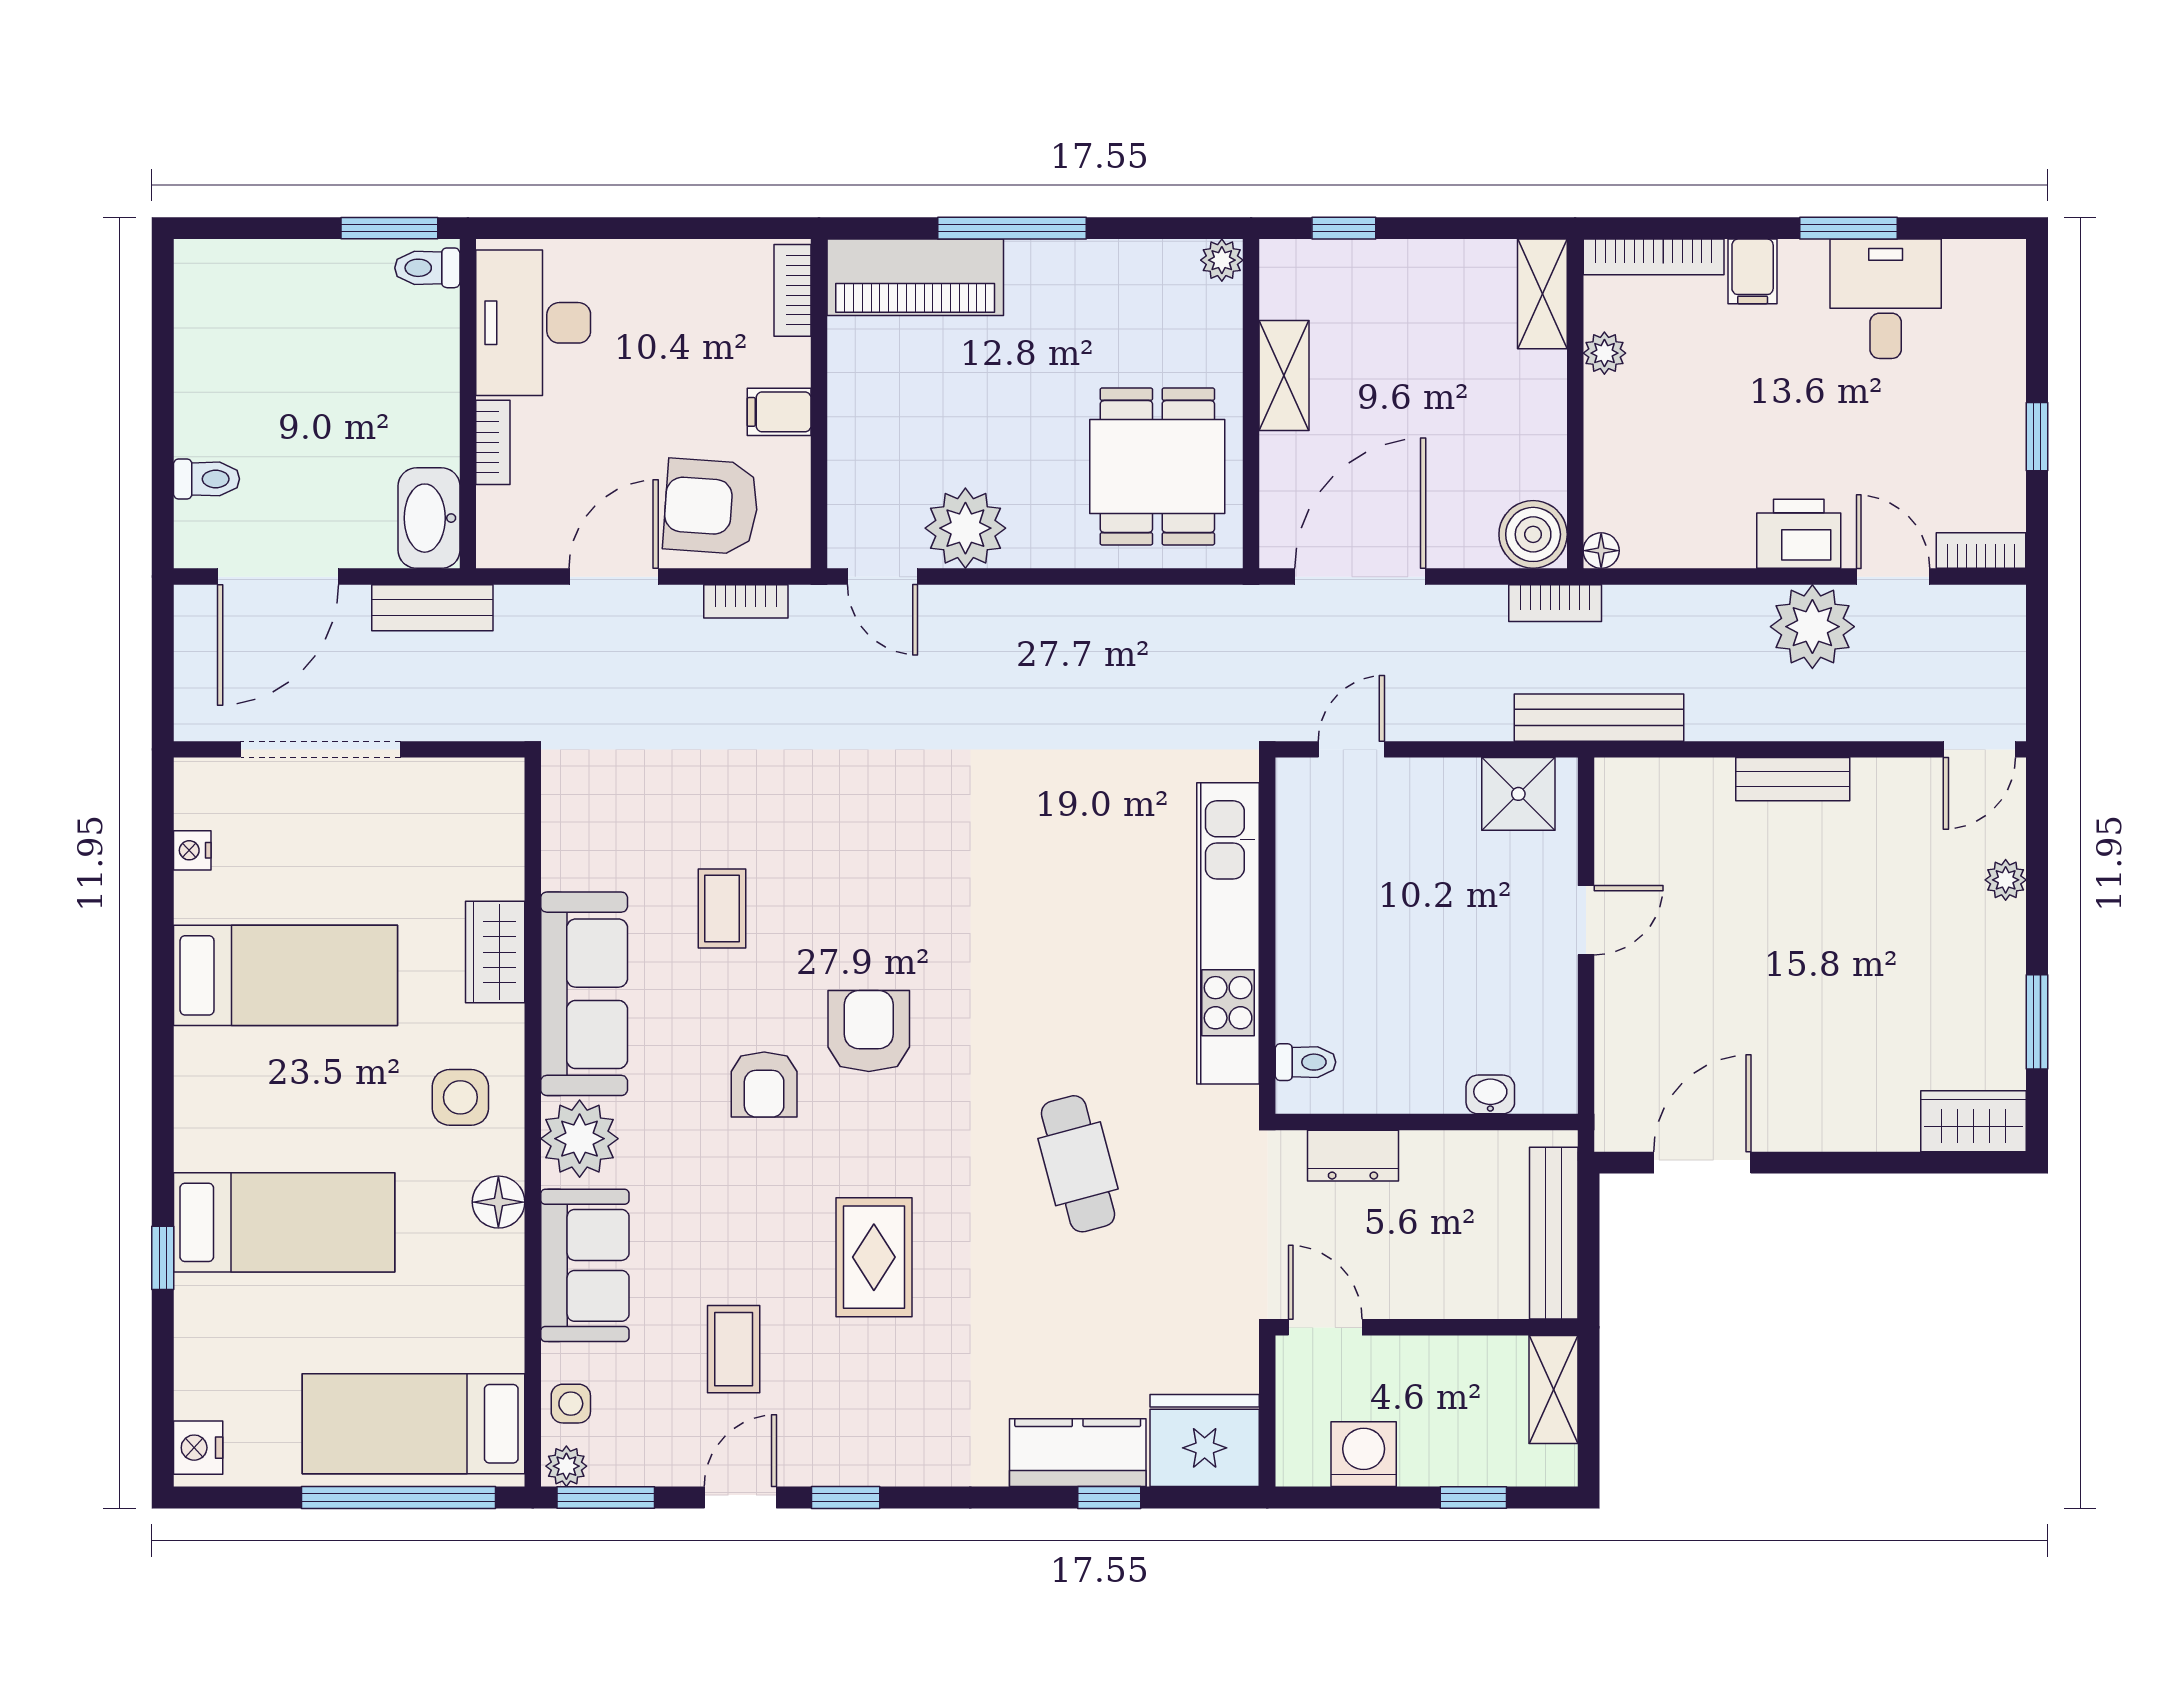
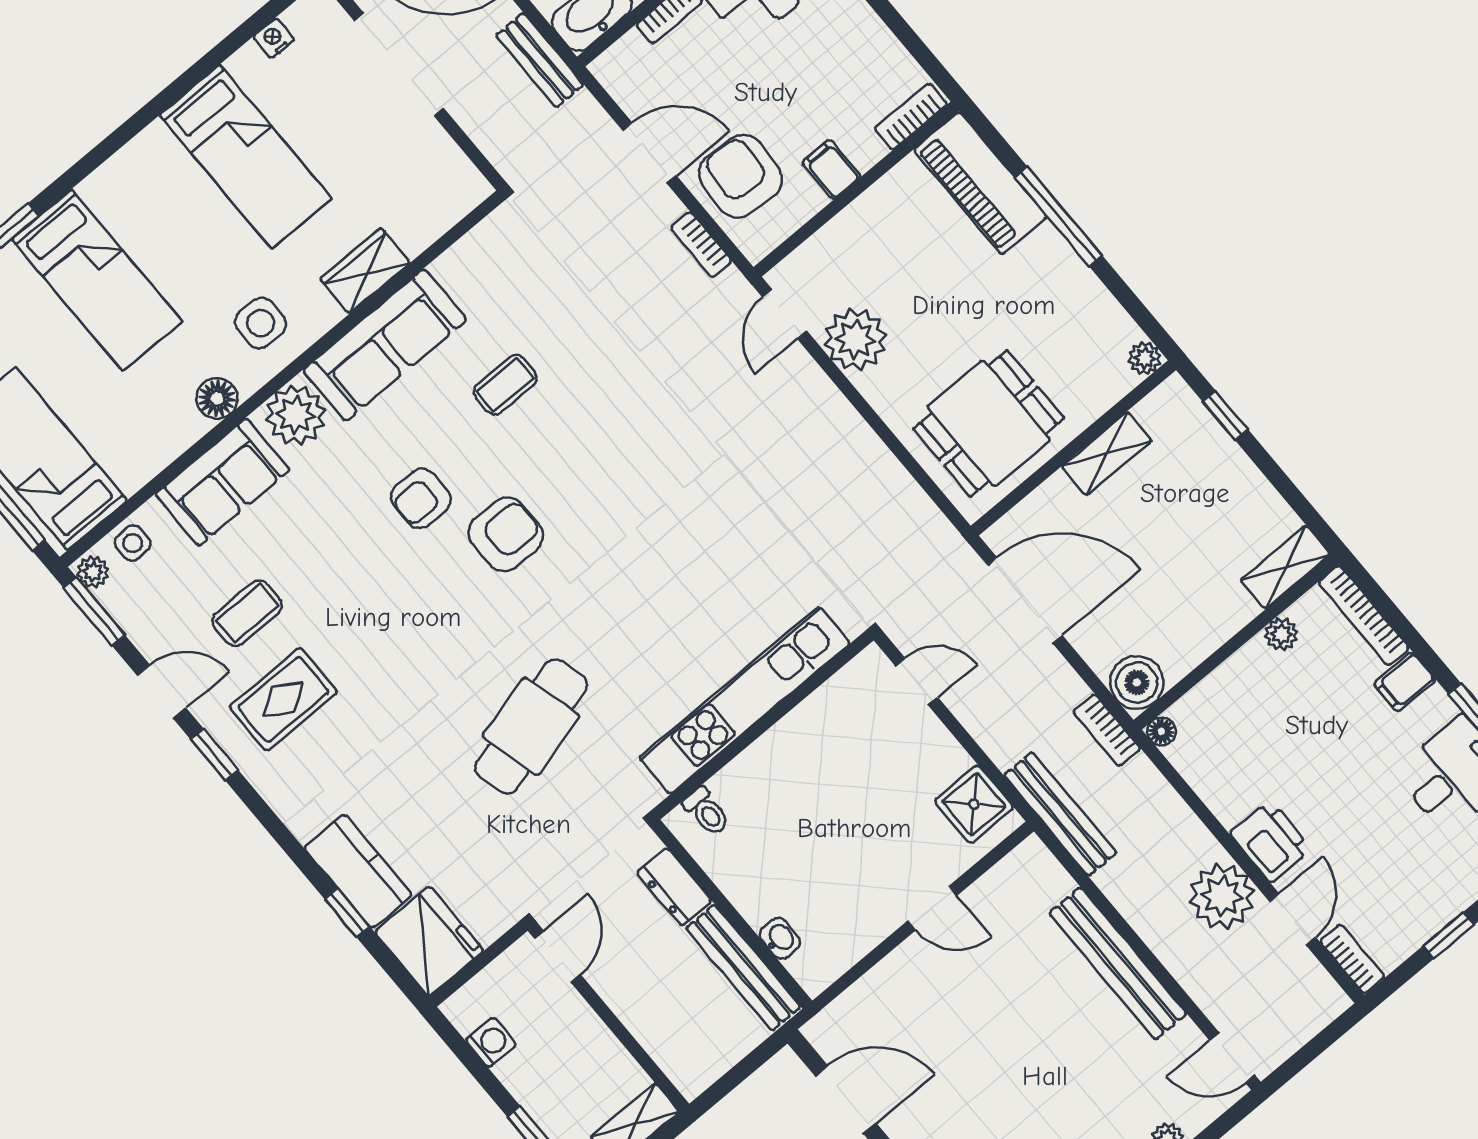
bench: (1793, 779) -> (1118, 963), width x1.86, depth x1.21
cafe table: (1078, 1164) -> (531, 726), width x1.37, depth x1.35
bench: (1554, 1233) -> (743, 967), moved, turned 90
rug: (874, 1257) -> (283, 699), moved
washing machine: (1364, 1454) -> (491, 1042), width x0.73, depth x0.73

